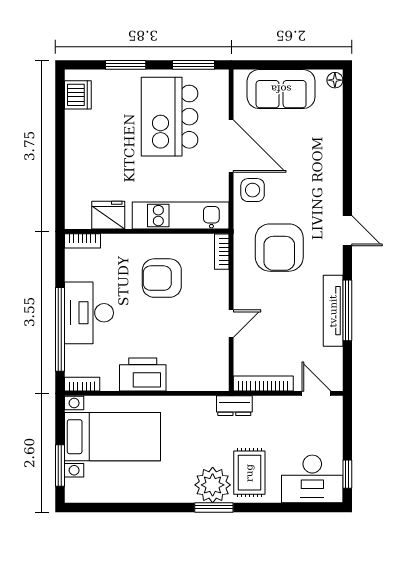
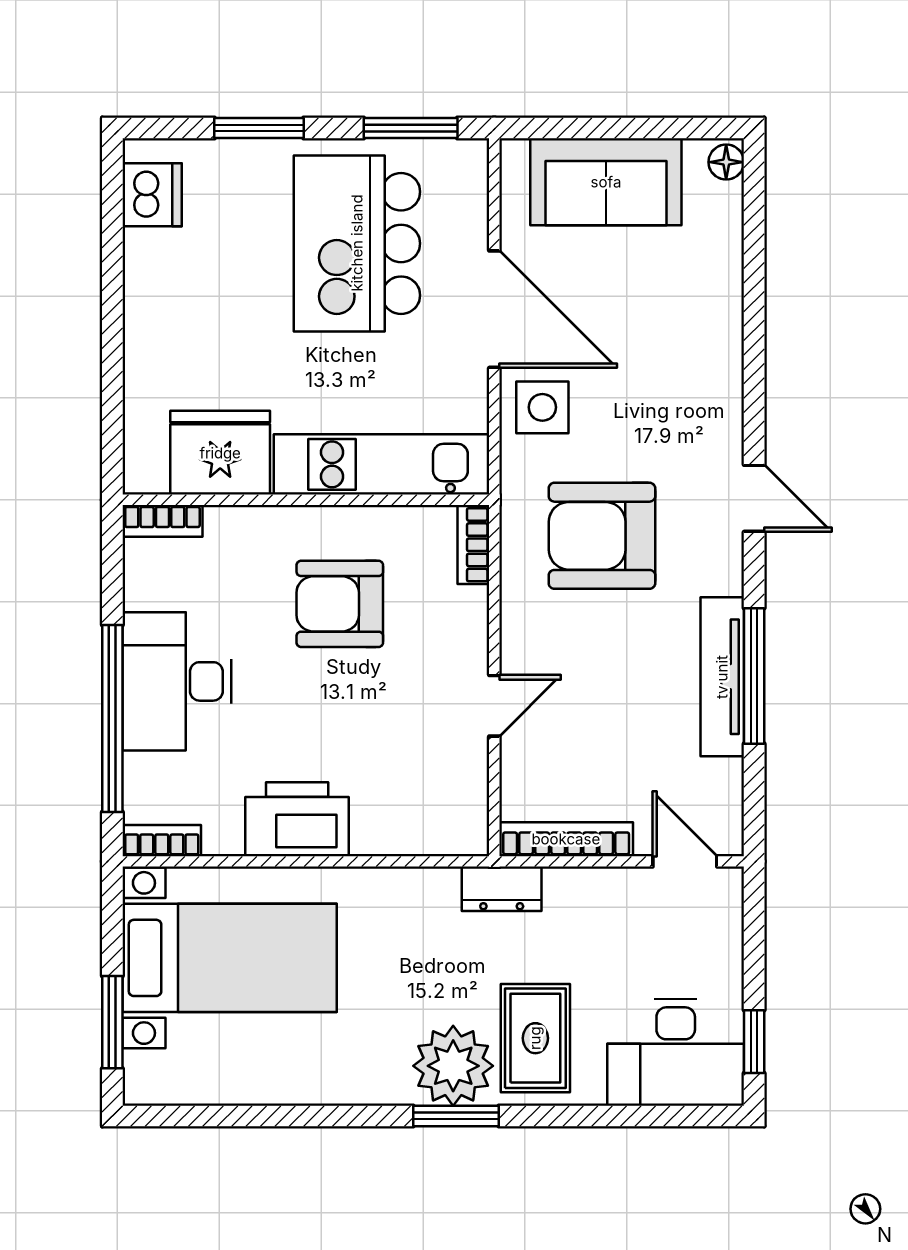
fridge: (108, 215) -> (220, 453), width x1.36, depth x1.34
armchair: (279, 248) -> (602, 536), turned 90

